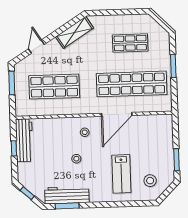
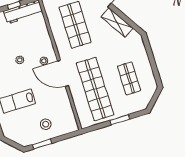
shelving: (75, 32) -> (117, 22), moved
door: (117, 114) -> (63, 73), moved
stool: (150, 181) -> (46, 124), moved

